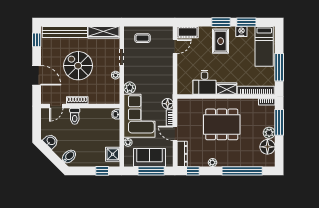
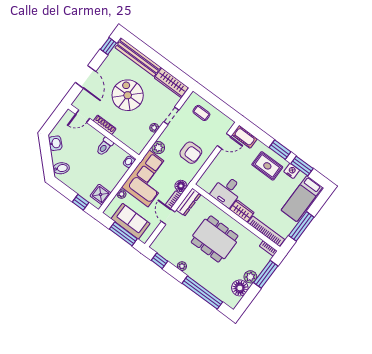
rug: (221, 41) -> (267, 166), turned 90
armchair: (157, 73) -> (191, 153), added
toilet: (75, 116) -> (105, 146), moved
dresser: (182, 154) -> (189, 202), moved

